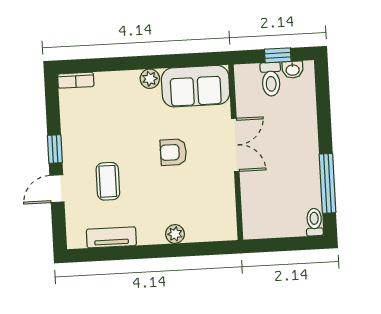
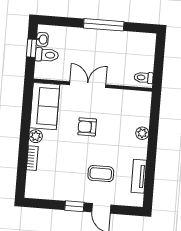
bookcase: (76, 80) -> (32, 158), moved
armchair: (173, 152) -> (87, 127), turned 90
window: (327, 183) -> (104, 25), moved
toilet: (314, 222) -> (144, 78), moved

